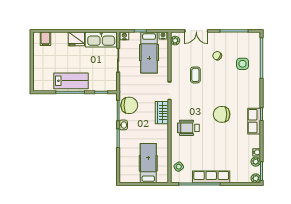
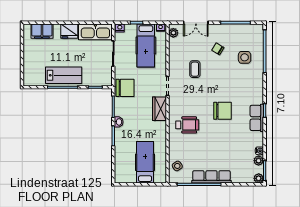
filing cabinet: (45, 39) -> (42, 31), width x2.00
chair: (129, 105) -> (125, 88), moved
chair: (222, 114) -> (222, 111), turned 180
wheelchair: (188, 128) -> (187, 125), turned 180

